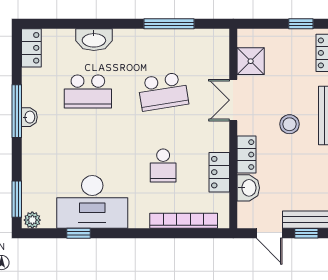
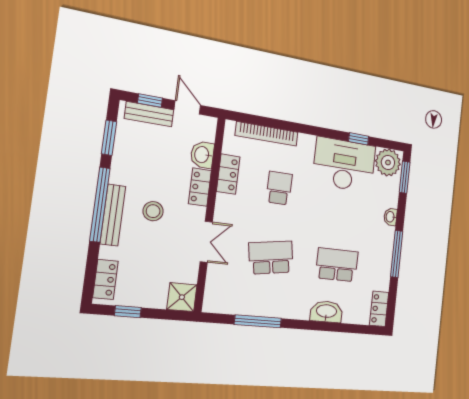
shower: (251, 61) -> (182, 297), moved
washbasin: (29, 117) -> (390, 217), moved
plant: (32, 220) -> (388, 162), width x1.88, depth x1.88

